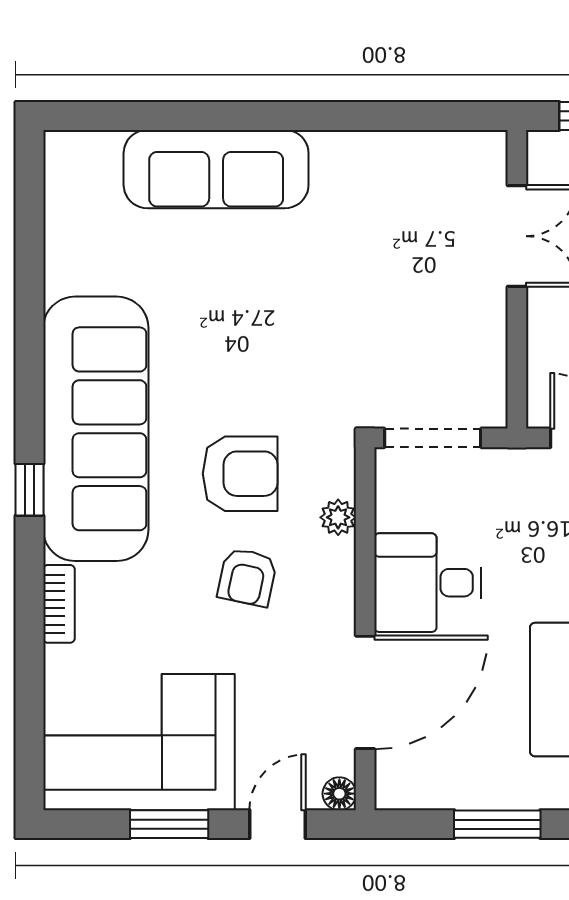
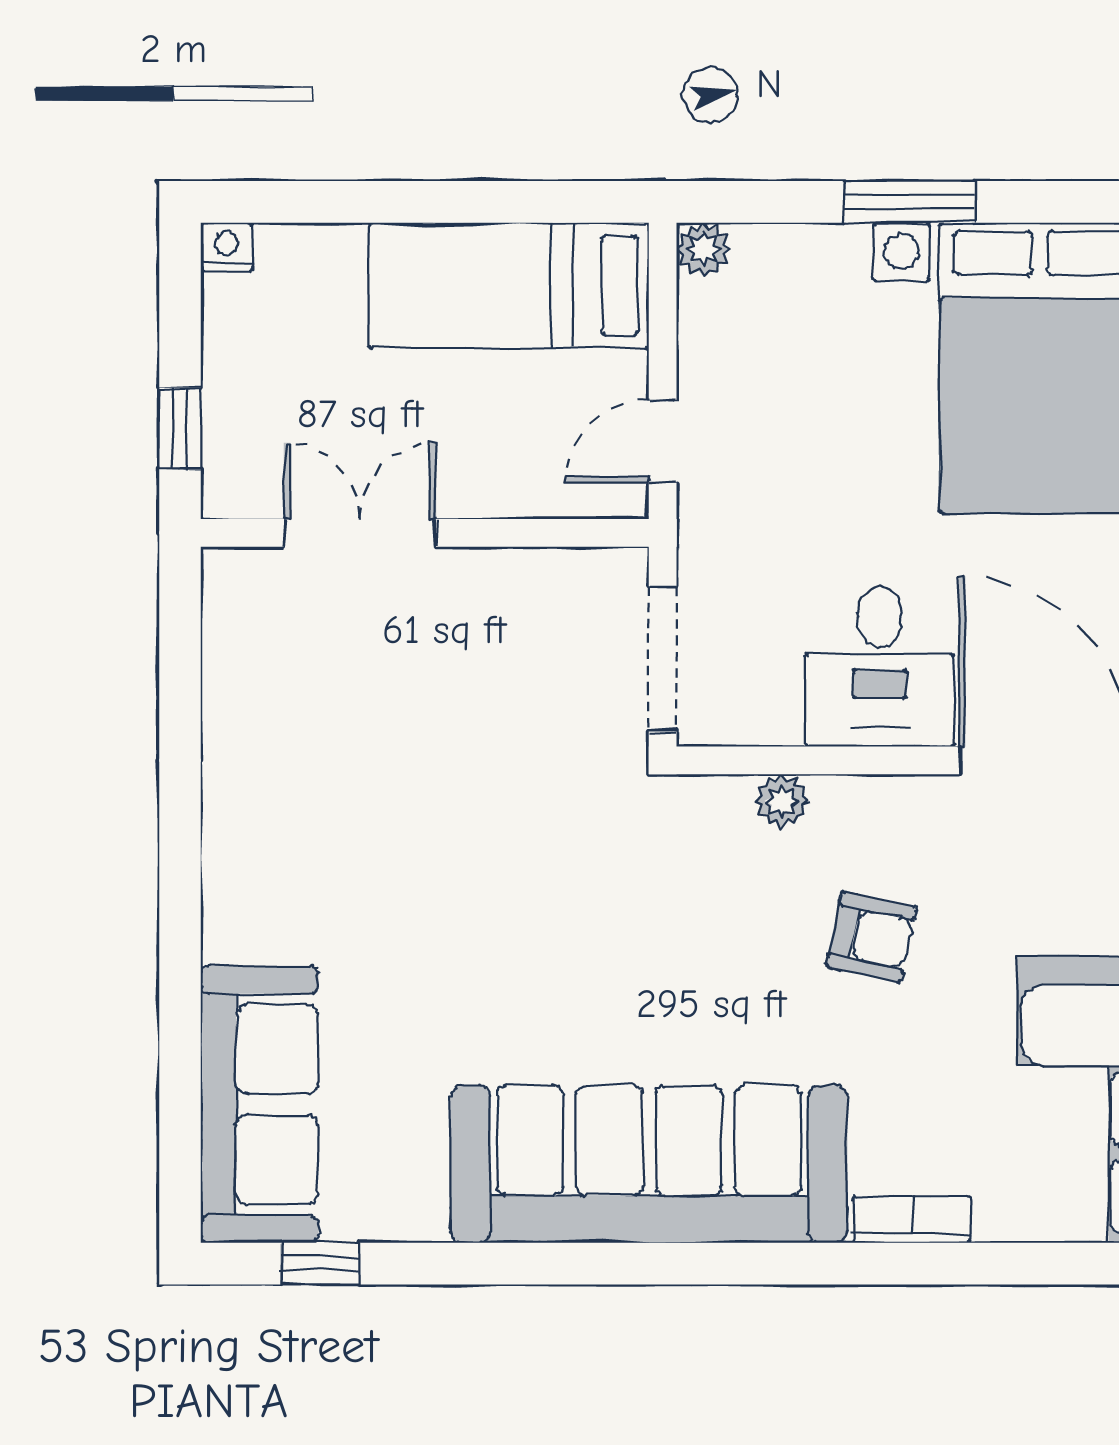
sofa: (216, 169) -> (260, 1104), moved
armchair: (240, 474) -> (716, 948), removed
window: (29, 490) -> (320, 1264), moved

